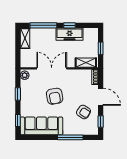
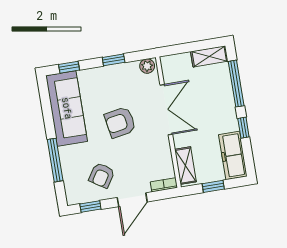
freezer: (70, 34) -> (233, 155), moved

